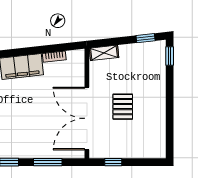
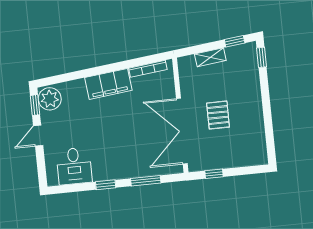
shelving: (104, 53) -> (210, 57), moved
bookcase: (54, 57) -> (148, 69), width x1.56

